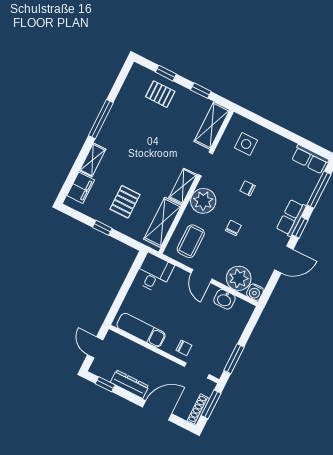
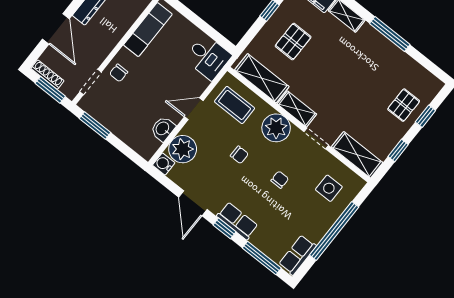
window: (282, 132) -> (334, 231), added
pallet: (125, 202) -> (293, 42), turned 90

